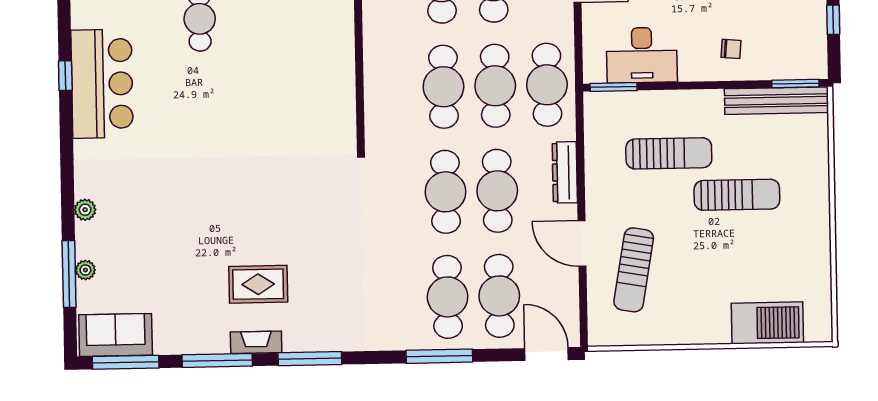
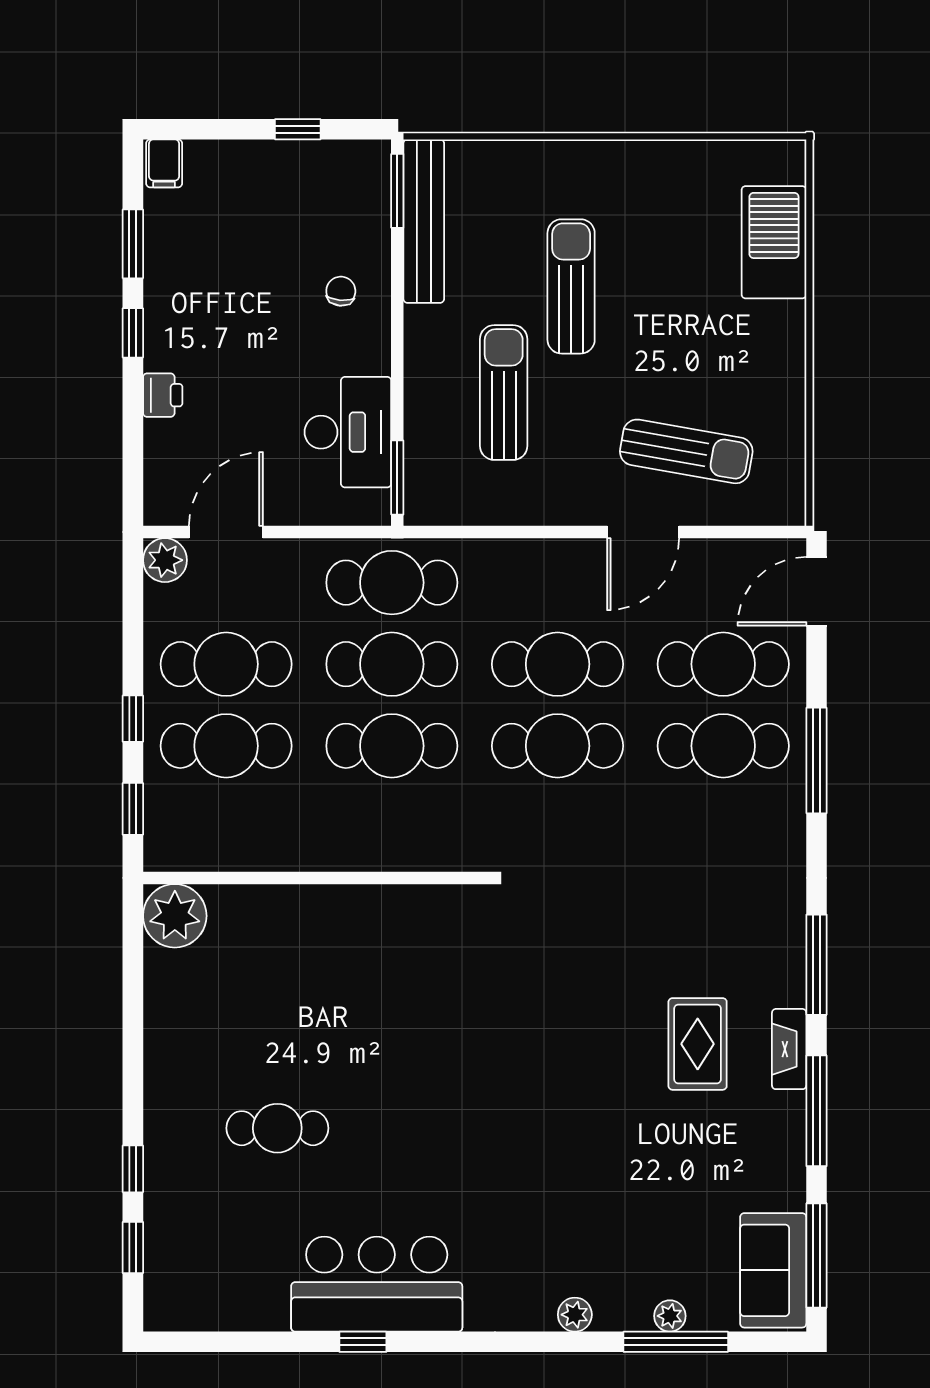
dresser: (565, 172) -> (530, 557), removed

